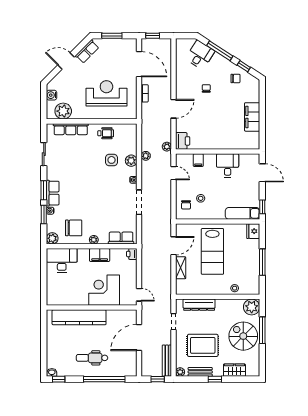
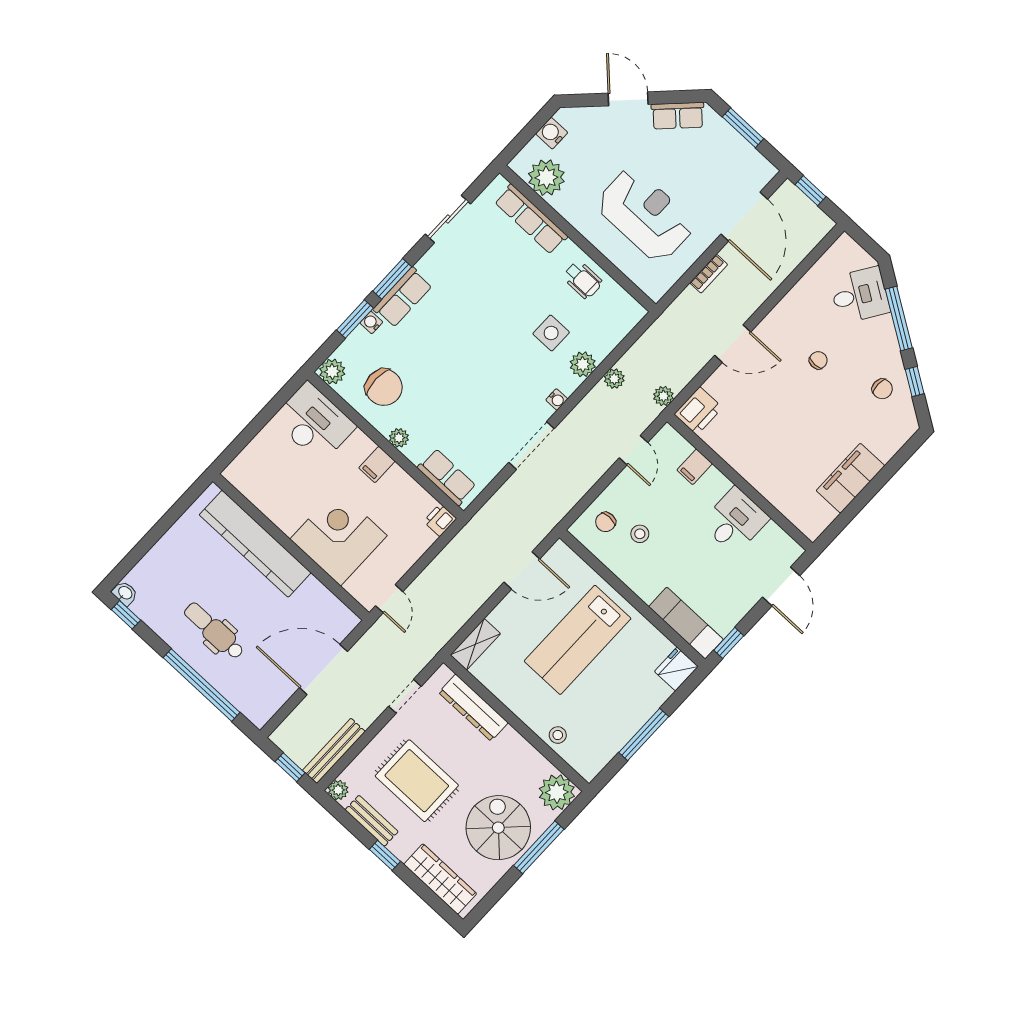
filing cabinet: (100, 255) -> (377, 464), width x0.50
shelving: (181, 268) -> (475, 644), moved
wardrobe: (234, 370) -> (440, 879), width x1.50

